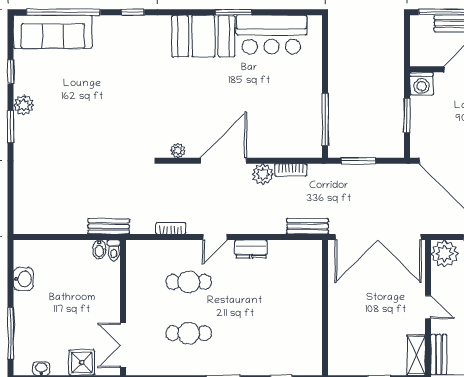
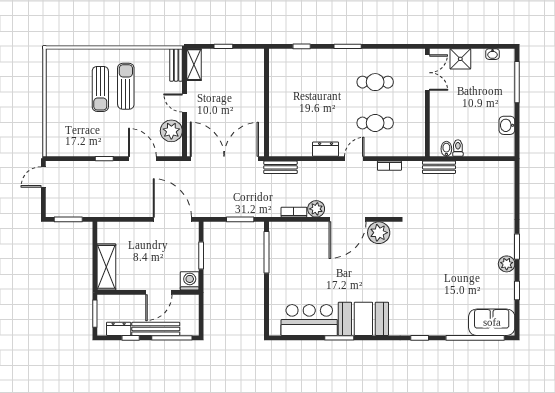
sofa: (53, 32) -> (492, 322), width x0.73
plant: (178, 151) -> (379, 233), width x1.87, depth x1.87
toilet: (114, 250) -> (458, 148), moved
plant: (445, 254) -> (171, 131), moved

